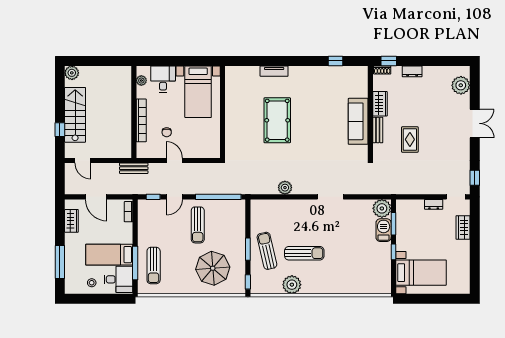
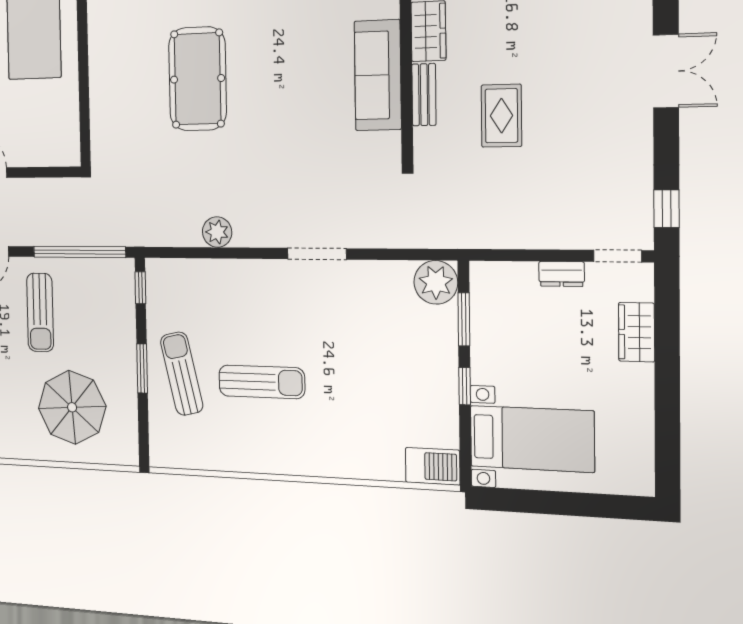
barbecue: (384, 230) -> (433, 466), moved, turned 90
window: (248, 282) -> (140, 288), moved
plant: (292, 285) -> (236, 452), removed

